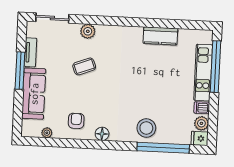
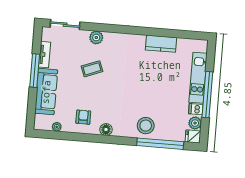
window: (215, 67) -> (207, 95), moved

